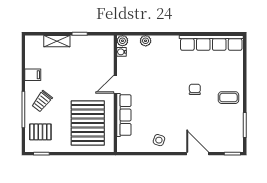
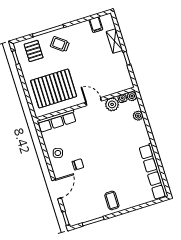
plant: (125, 65) -> (112, 104), added
filing cabinet: (33, 75) -> (96, 25), moved
chair: (195, 89) -> (78, 164), moved
row of seats: (124, 115) -> (57, 121), moved

